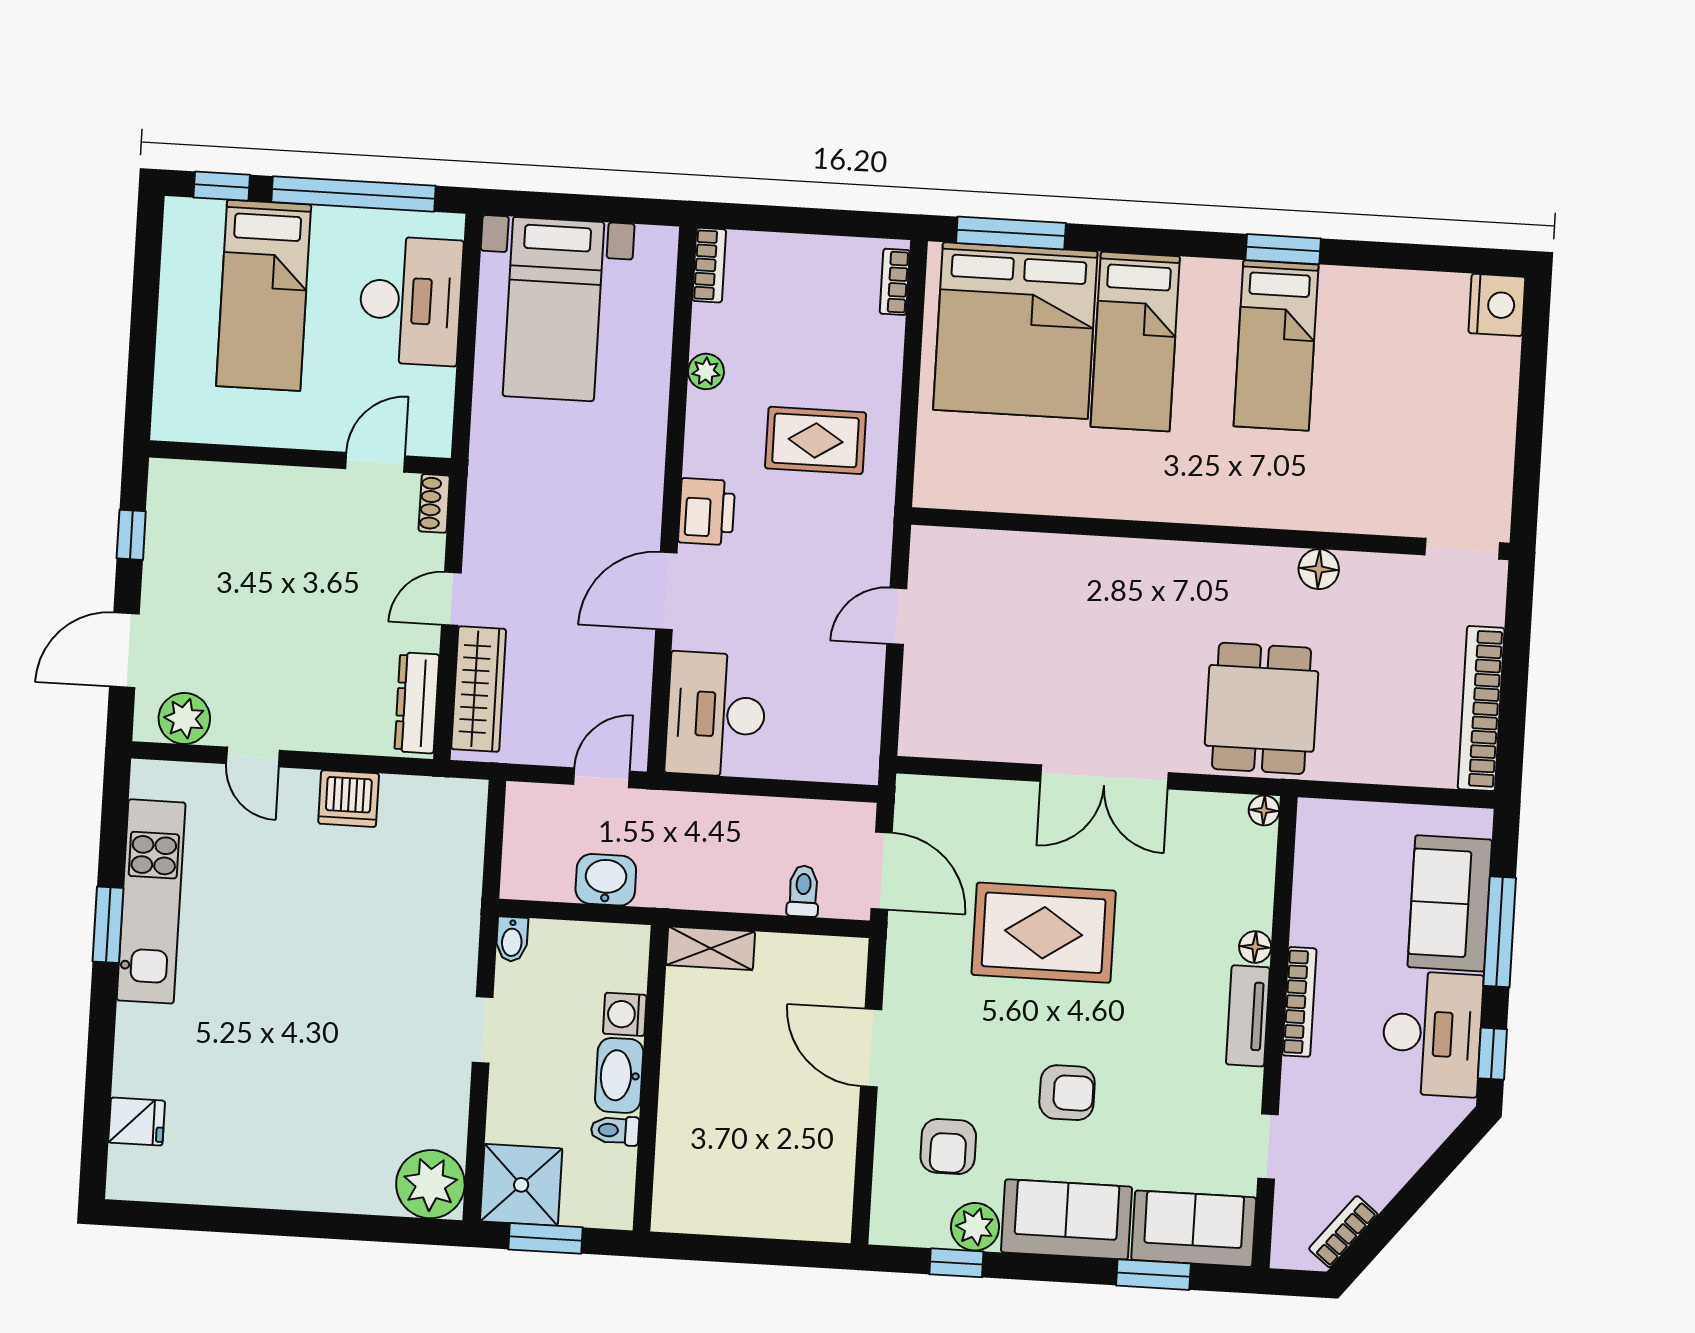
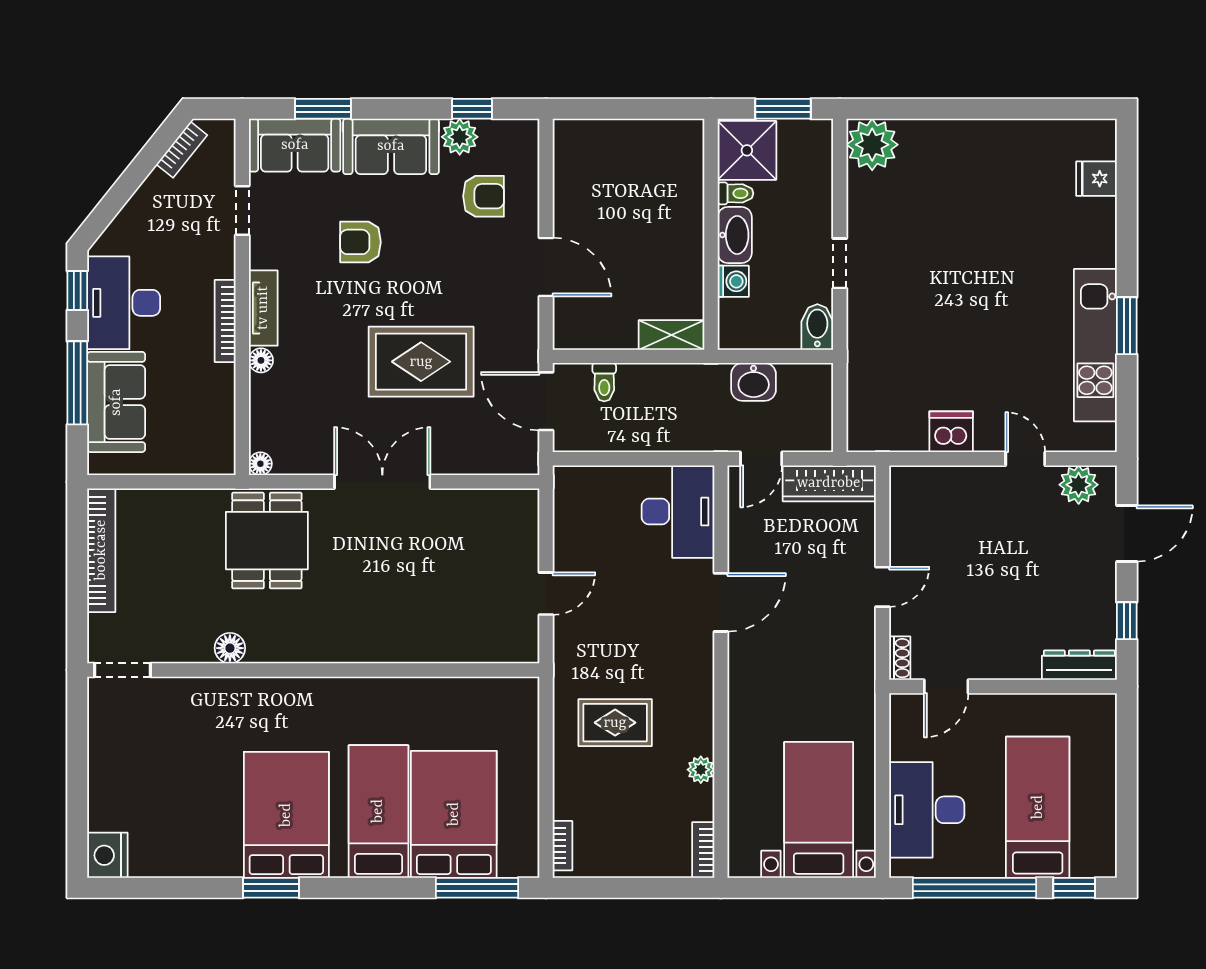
bed: (1015, 331) -> (454, 814), width x0.73
bed: (1276, 345) -> (286, 815), width x1.50
printer: (707, 512) -> (694, 664), removed
wardrobe: (479, 689) -> (829, 483), moved, turned -90
dresser: (417, 703) -> (1079, 665), moved, turned -90
bidet: (512, 939) -> (817, 327), width x1.38, depth x1.36
armchair: (1067, 1093) -> (360, 242), moved
armchair: (948, 1146) -> (483, 196), turned 90
shower: (521, 1185) -> (747, 150), moved

